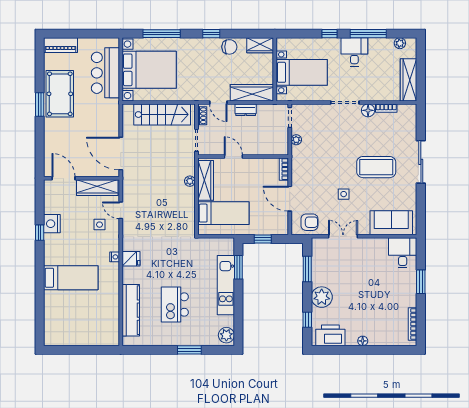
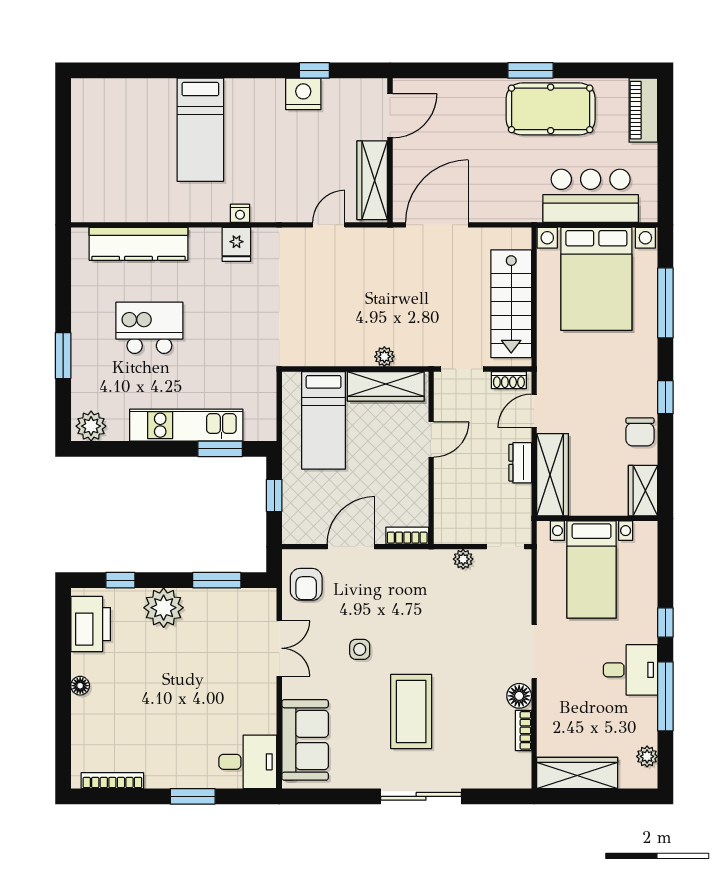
side table: (99, 225) -> (302, 184), removed
window: (40, 233) -> (314, 70), moved

